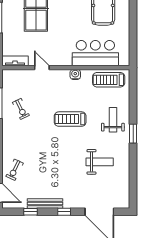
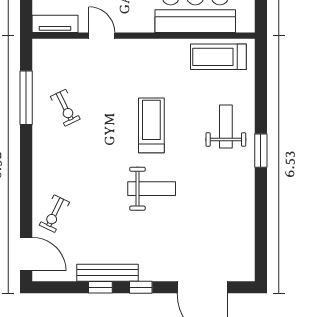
water cooler: (75, 74) -> (160, 48), removed
treadmill: (70, 119) -> (151, 125), turned 90
weight bench: (100, 162) -> (152, 189), moved
window: (30, 212) -> (100, 287), moved

